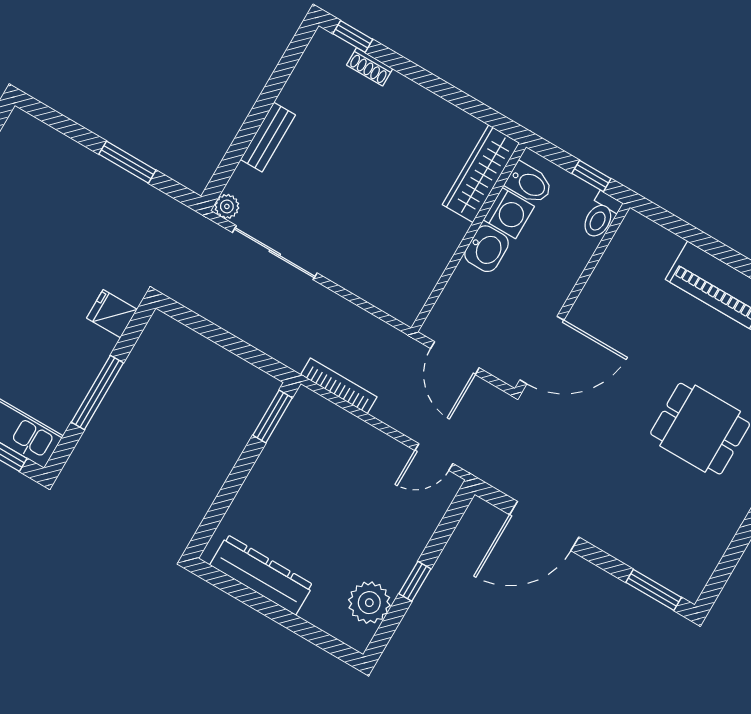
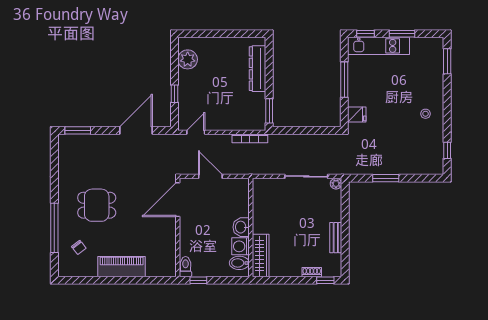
bench: (268, 137) -> (336, 238), moved
wardrobe: (481, 174) -> (261, 256), moved
bidet: (529, 183) -> (239, 263), moved
washing machine: (509, 213) -> (241, 246), moved
wall: (469, 237) -> (251, 227), moved
washbasin: (487, 249) -> (241, 227), moved
dresser: (261, 575) -> (258, 69), moved, turned 90
window: (415, 581) -> (174, 94), moved

